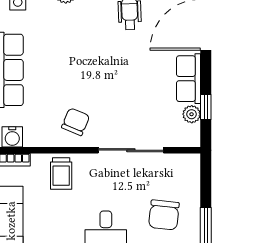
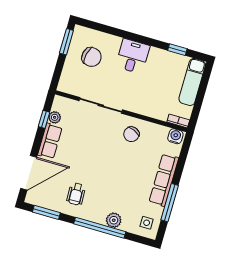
trolley: (61, 173) -> (151, 103), removed
chair: (164, 215) -> (91, 57), turned 96

